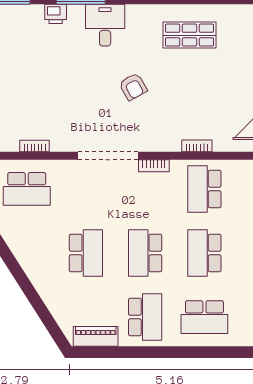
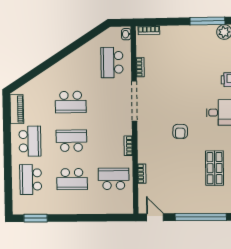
armchair: (133, 87) -> (180, 131), turned -59
doorway: (108, 156) -> (134, 101), moved
school desk: (204, 253) -> (72, 179), turned 180
school desk: (145, 317) -> (30, 141), turned -90

